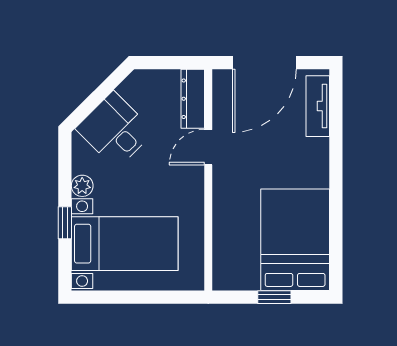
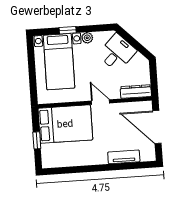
tv unit: (318, 106) -> (124, 157), moved
door: (208, 147) -> (100, 102), moved
bed: (295, 240) -> (65, 124), moved

